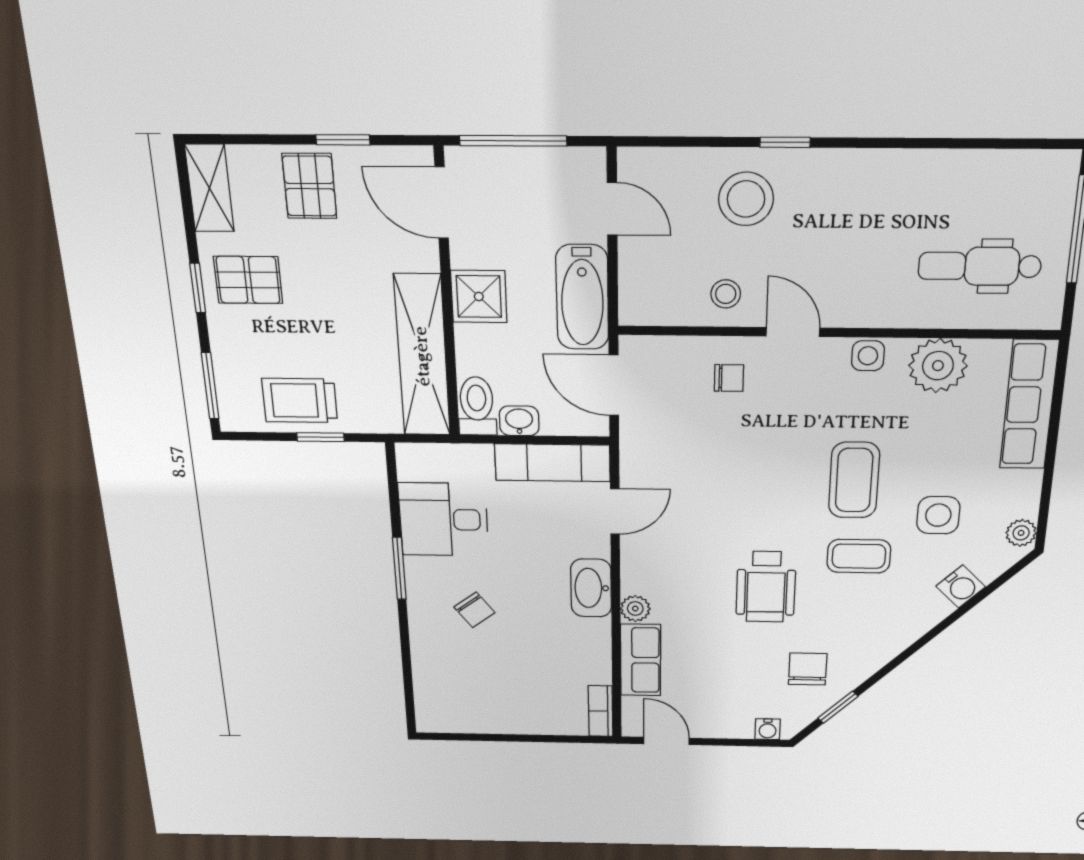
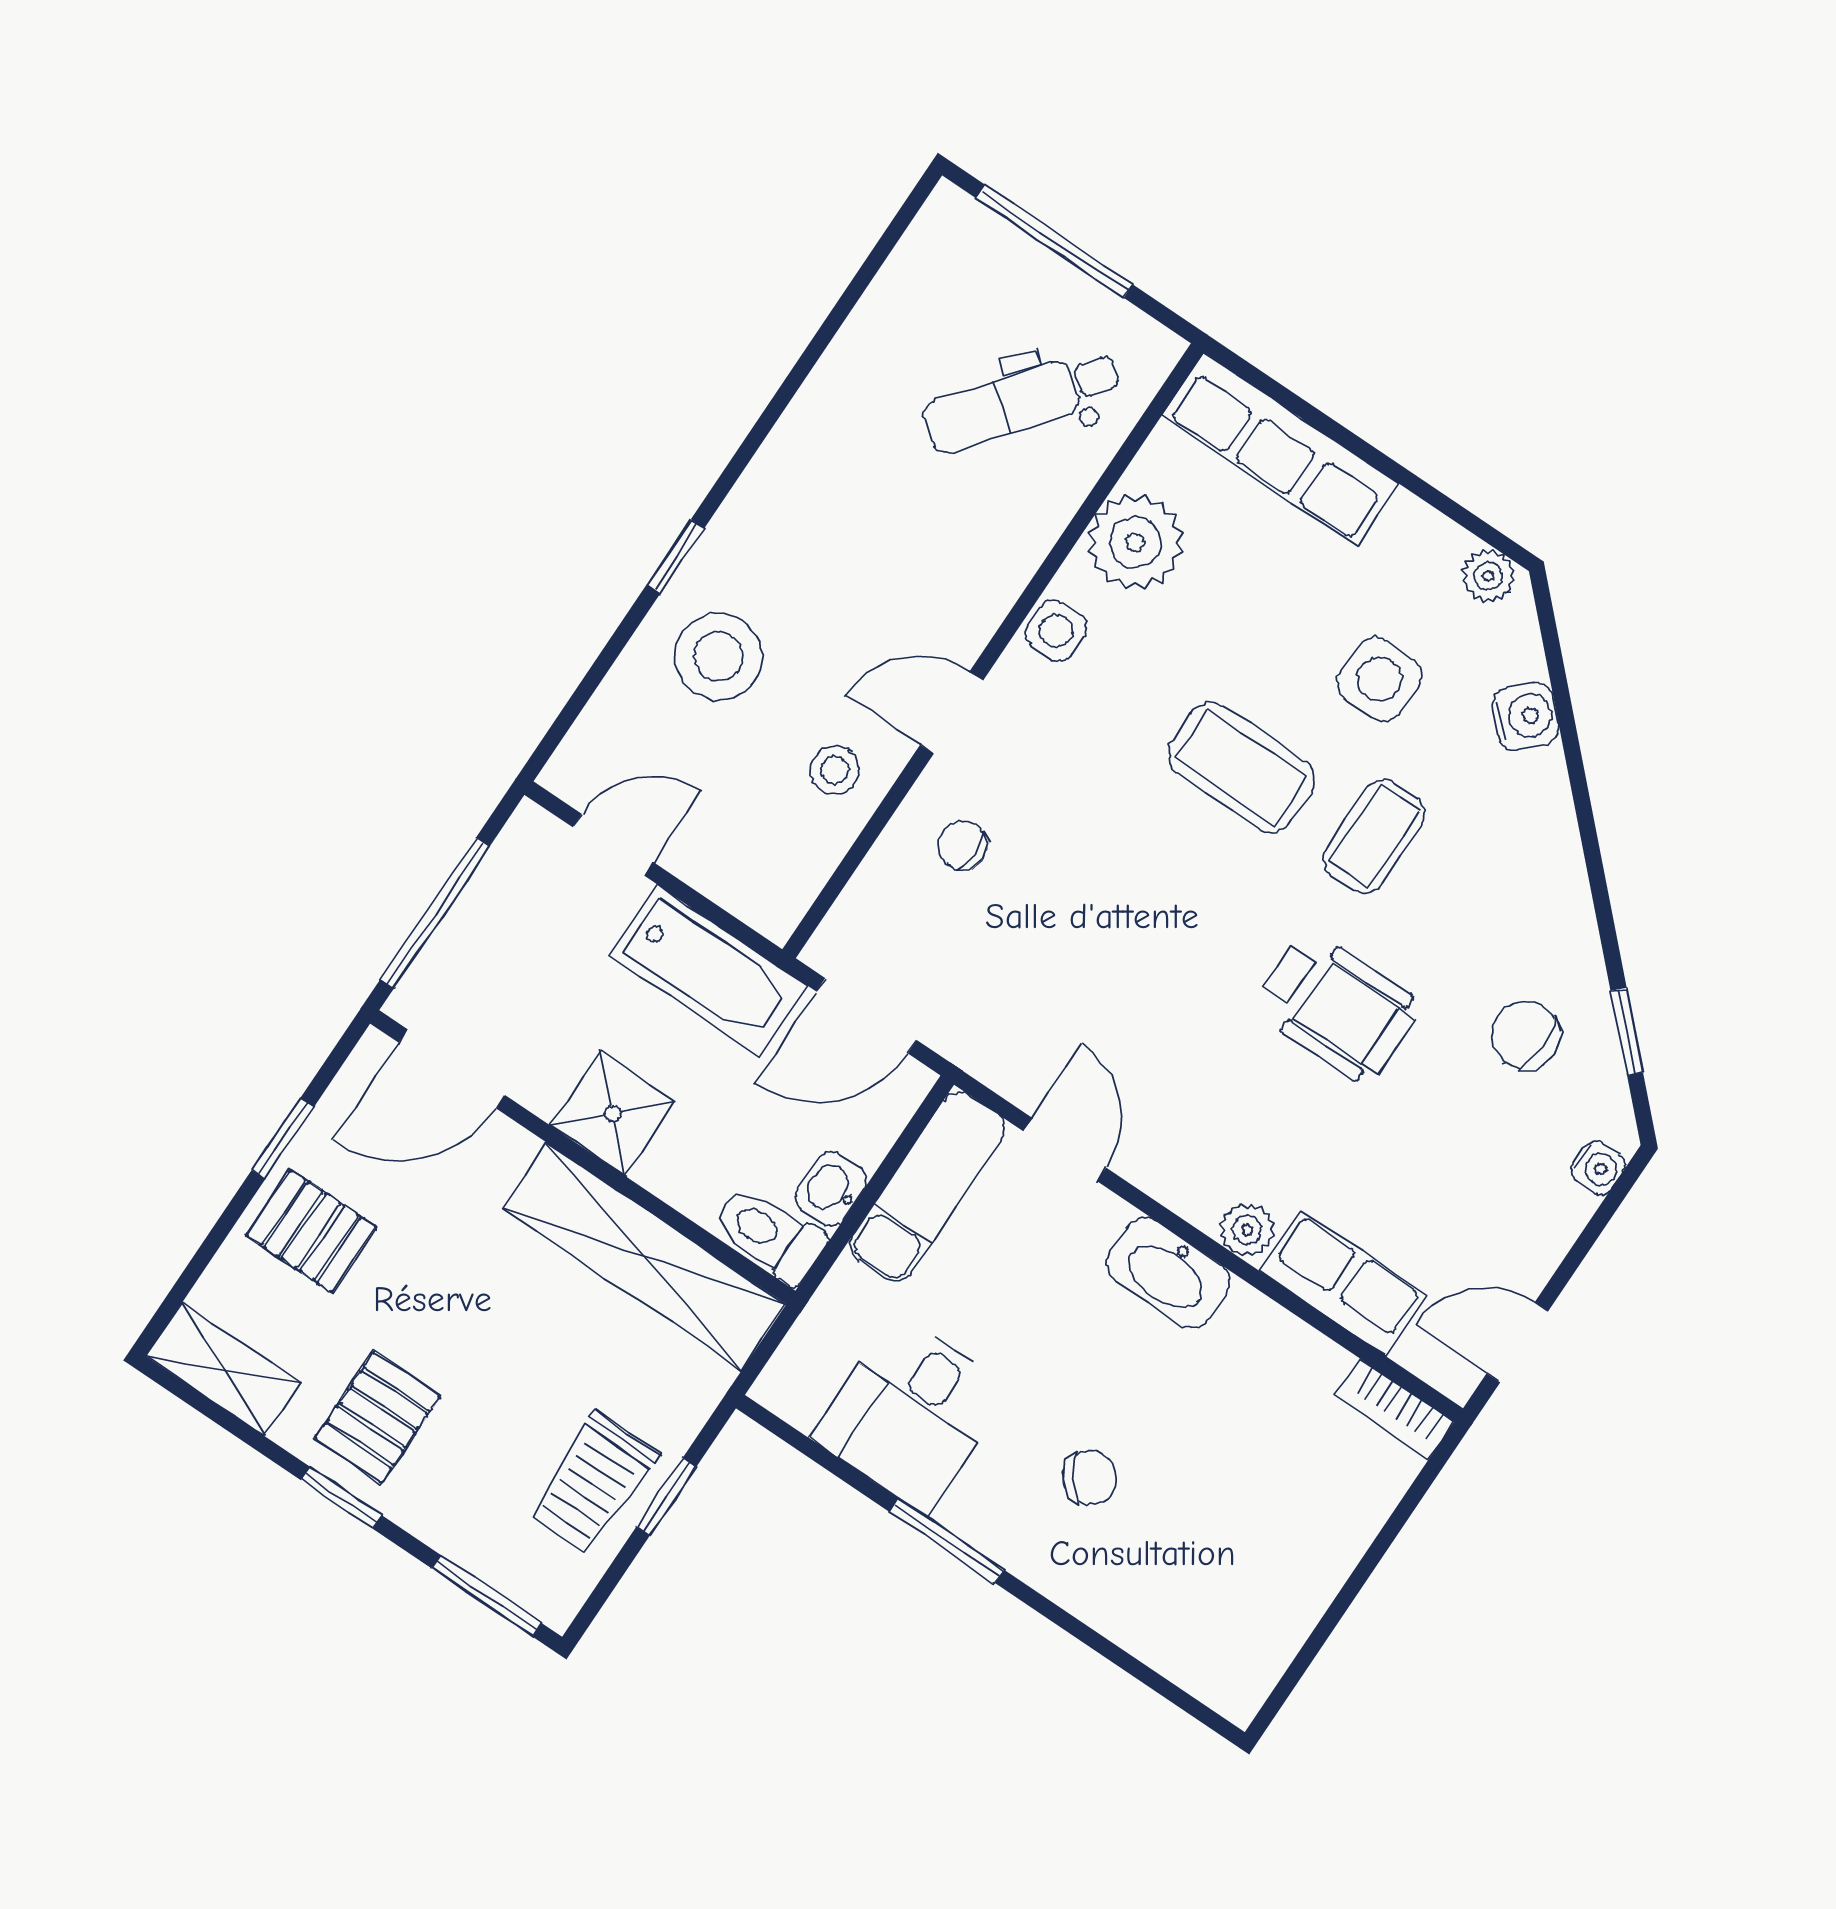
dental chair: (980, 266) -> (1022, 401), turned 38
chair: (729, 378) -> (963, 846), turned -90

